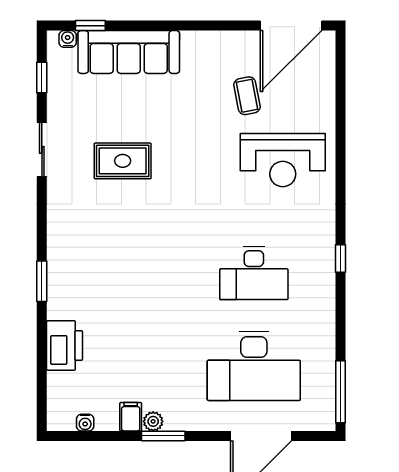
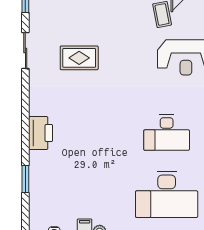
window: (42, 281) -> (25, 179), moved
printer: (65, 345) -> (40, 133), moved

